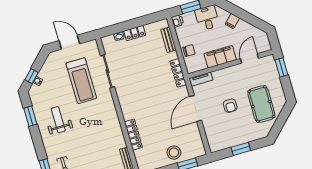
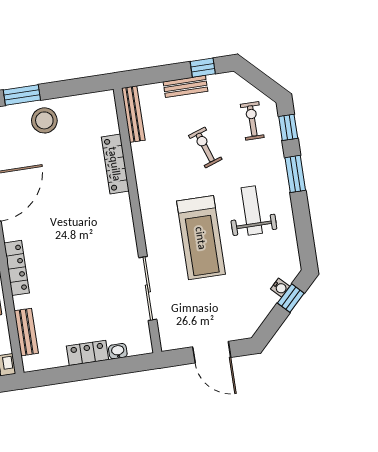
treadmill: (81, 81) -> (201, 238), moved, turned 180
window: (30, 116) -> (295, 174), moved
weight bench: (58, 120) -> (252, 210), turned 180
exercise bike: (87, 150) -> (205, 147), added

